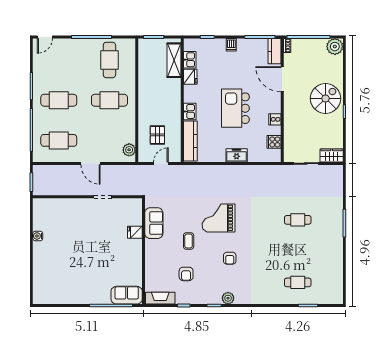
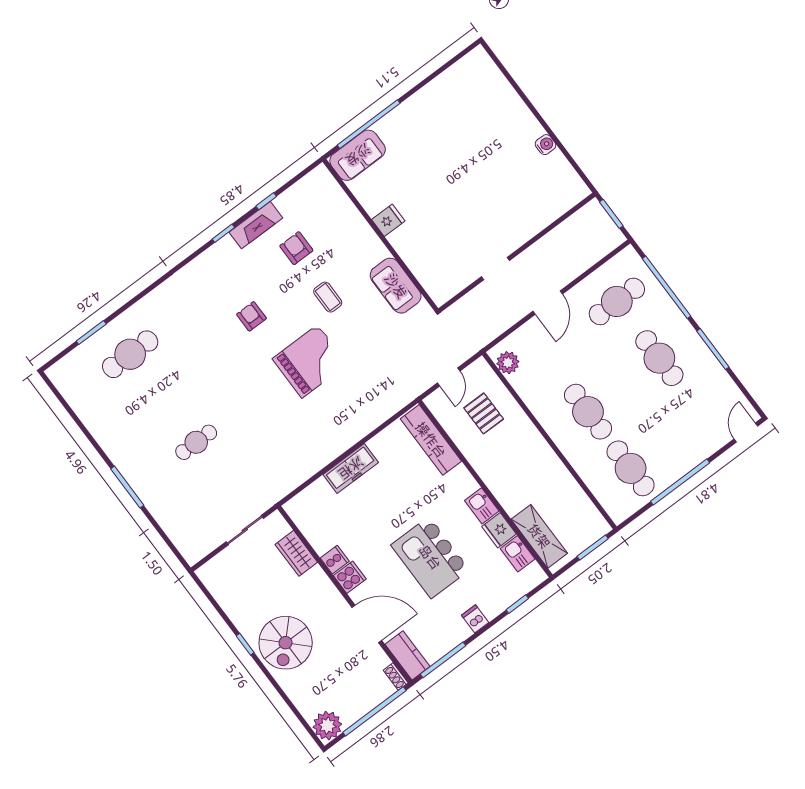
cafe table: (59, 100) -> (659, 358), turned 90
cafe table: (109, 100) -> (588, 412), turned 90
kitchen island: (236, 108) -> (430, 557), moved, turned 180
kitchen sink: (190, 111) -> (482, 506), moved
cooker: (274, 142) -> (350, 577), moved
freezer: (237, 155) -> (351, 468), width x1.40
wardrobe: (332, 156) -> (296, 553), moved, turned 90
door: (91, 163) -> (548, 303), swing flipped
fridge: (135, 232) -> (388, 220), moved
cafe table: (298, 282) -> (130, 354), width x1.37, depth x1.35
fireplace: (160, 298) -> (256, 225), moved
plant: (228, 298) -> (212, 258), removed

